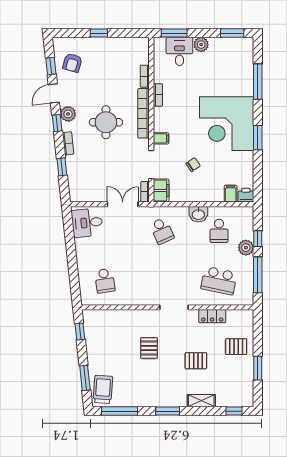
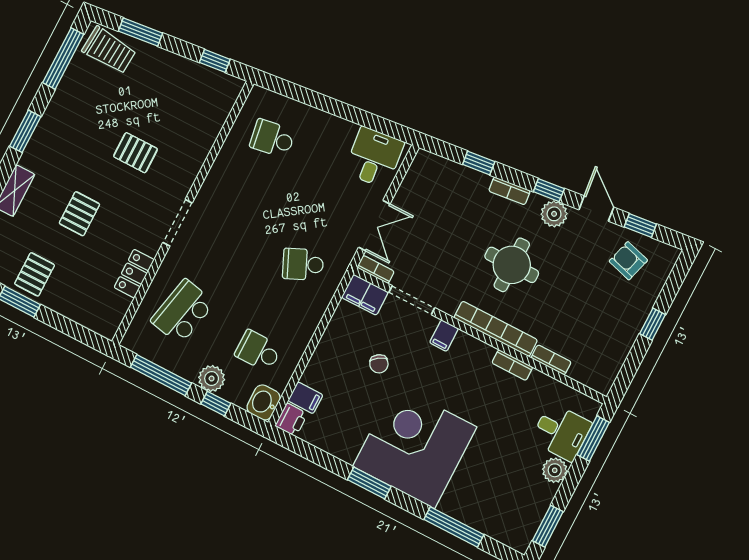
washbasin: (198, 214) -> (264, 402), moved
pallet: (236, 347) -> (35, 274), moved

